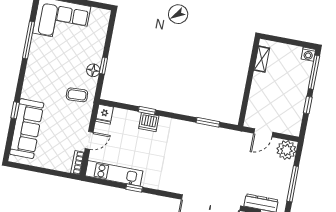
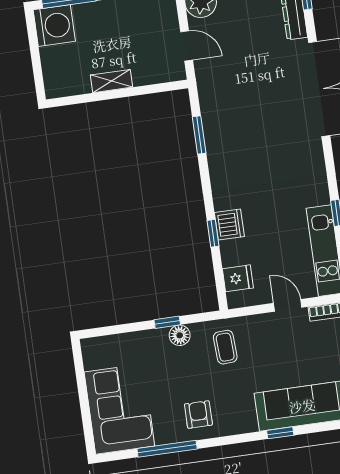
washing machine: (308, 54) -> (54, 26), width x1.89, depth x1.89
shelving: (262, 59) -> (112, 81), moved
armchair: (42, 65) -> (198, 414), added
fridge: (104, 114) -> (238, 278), moved

